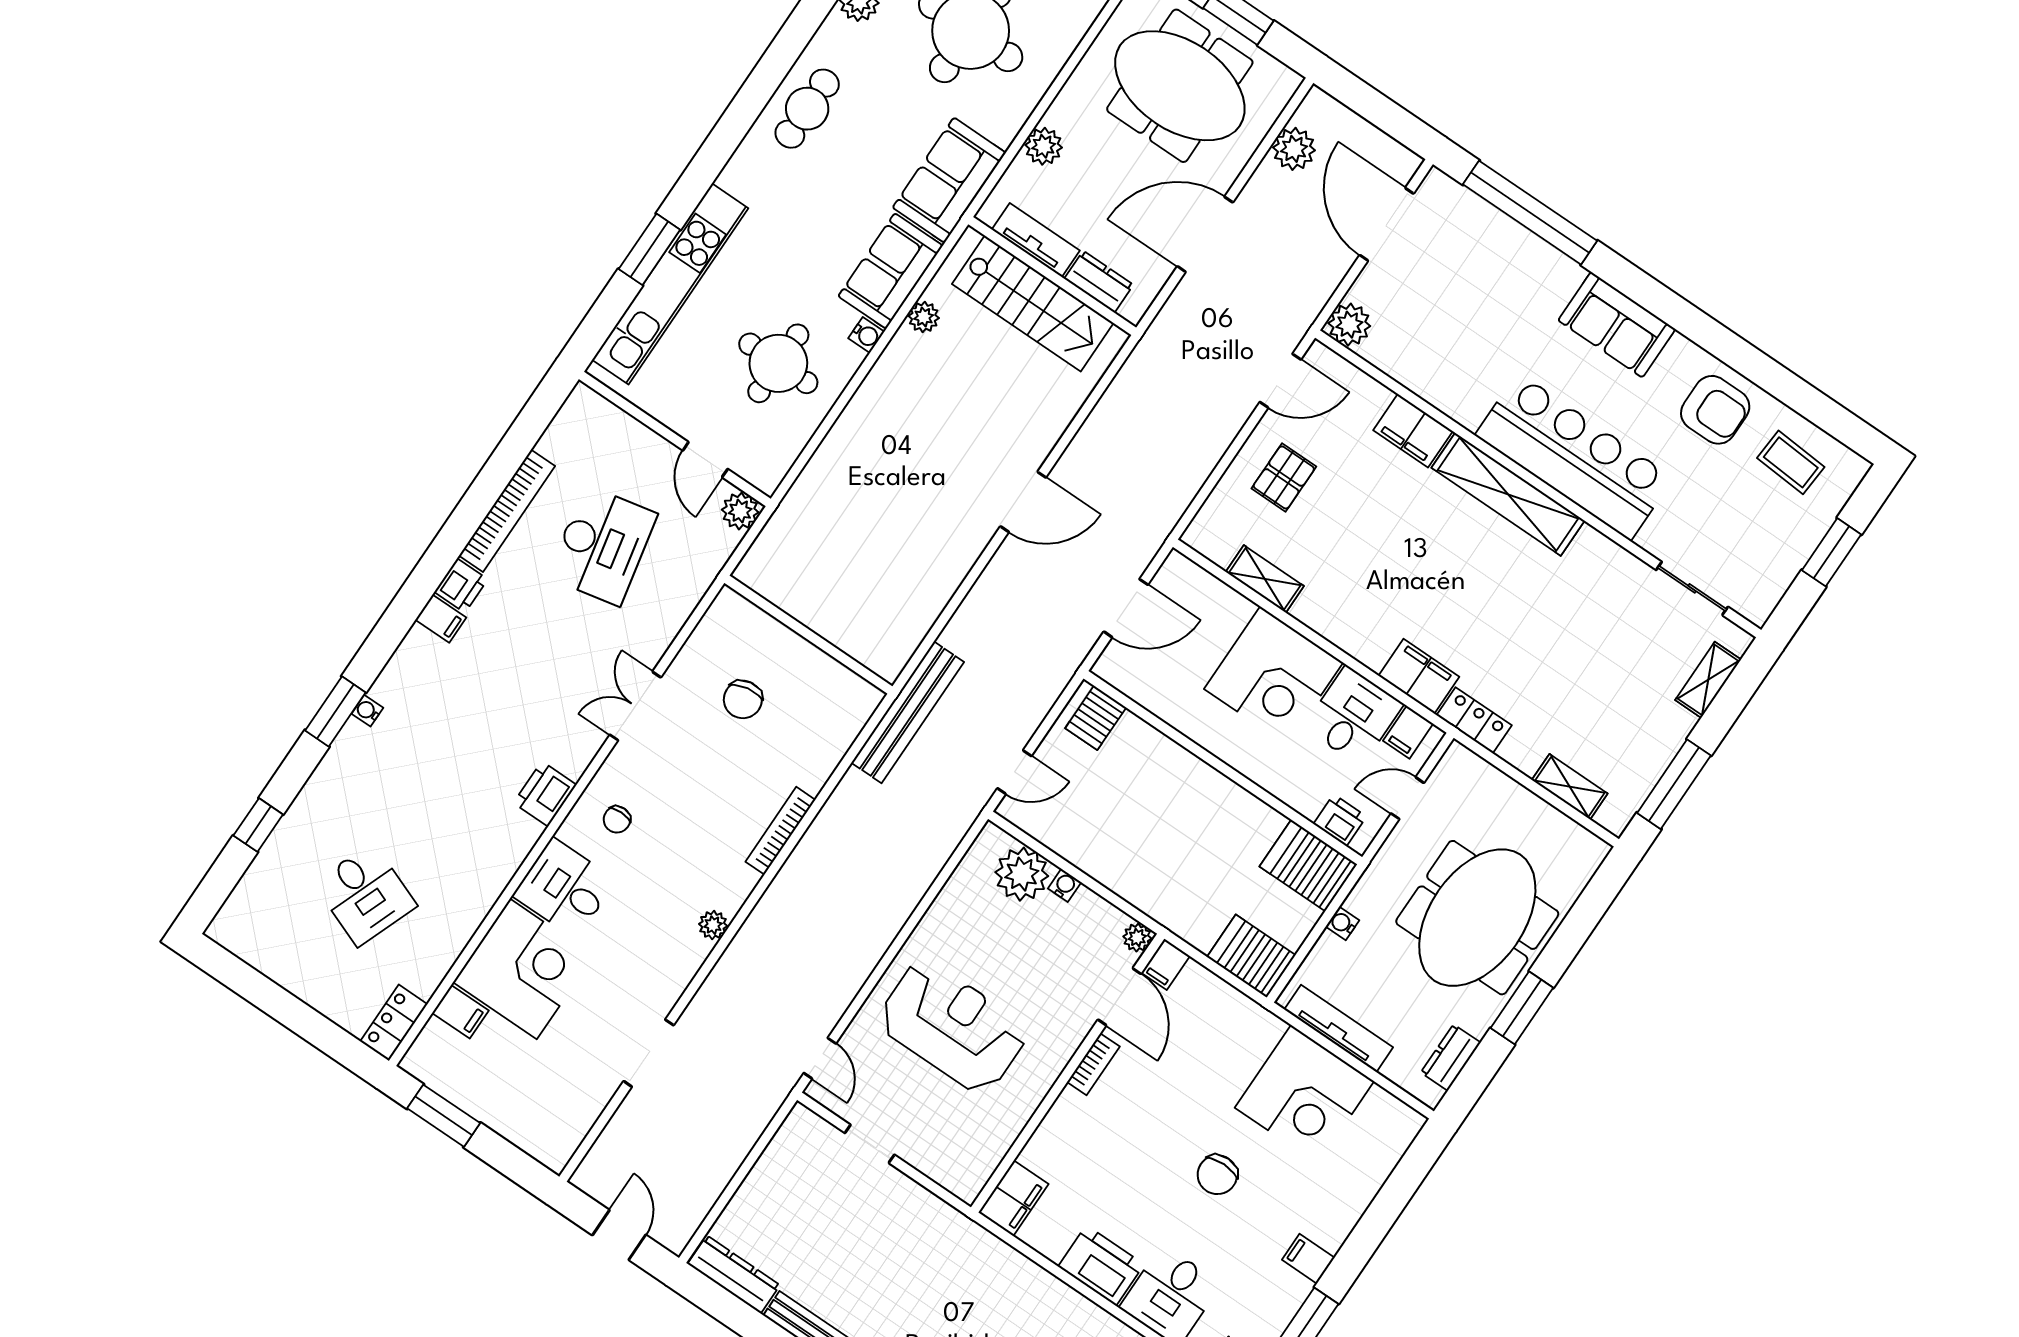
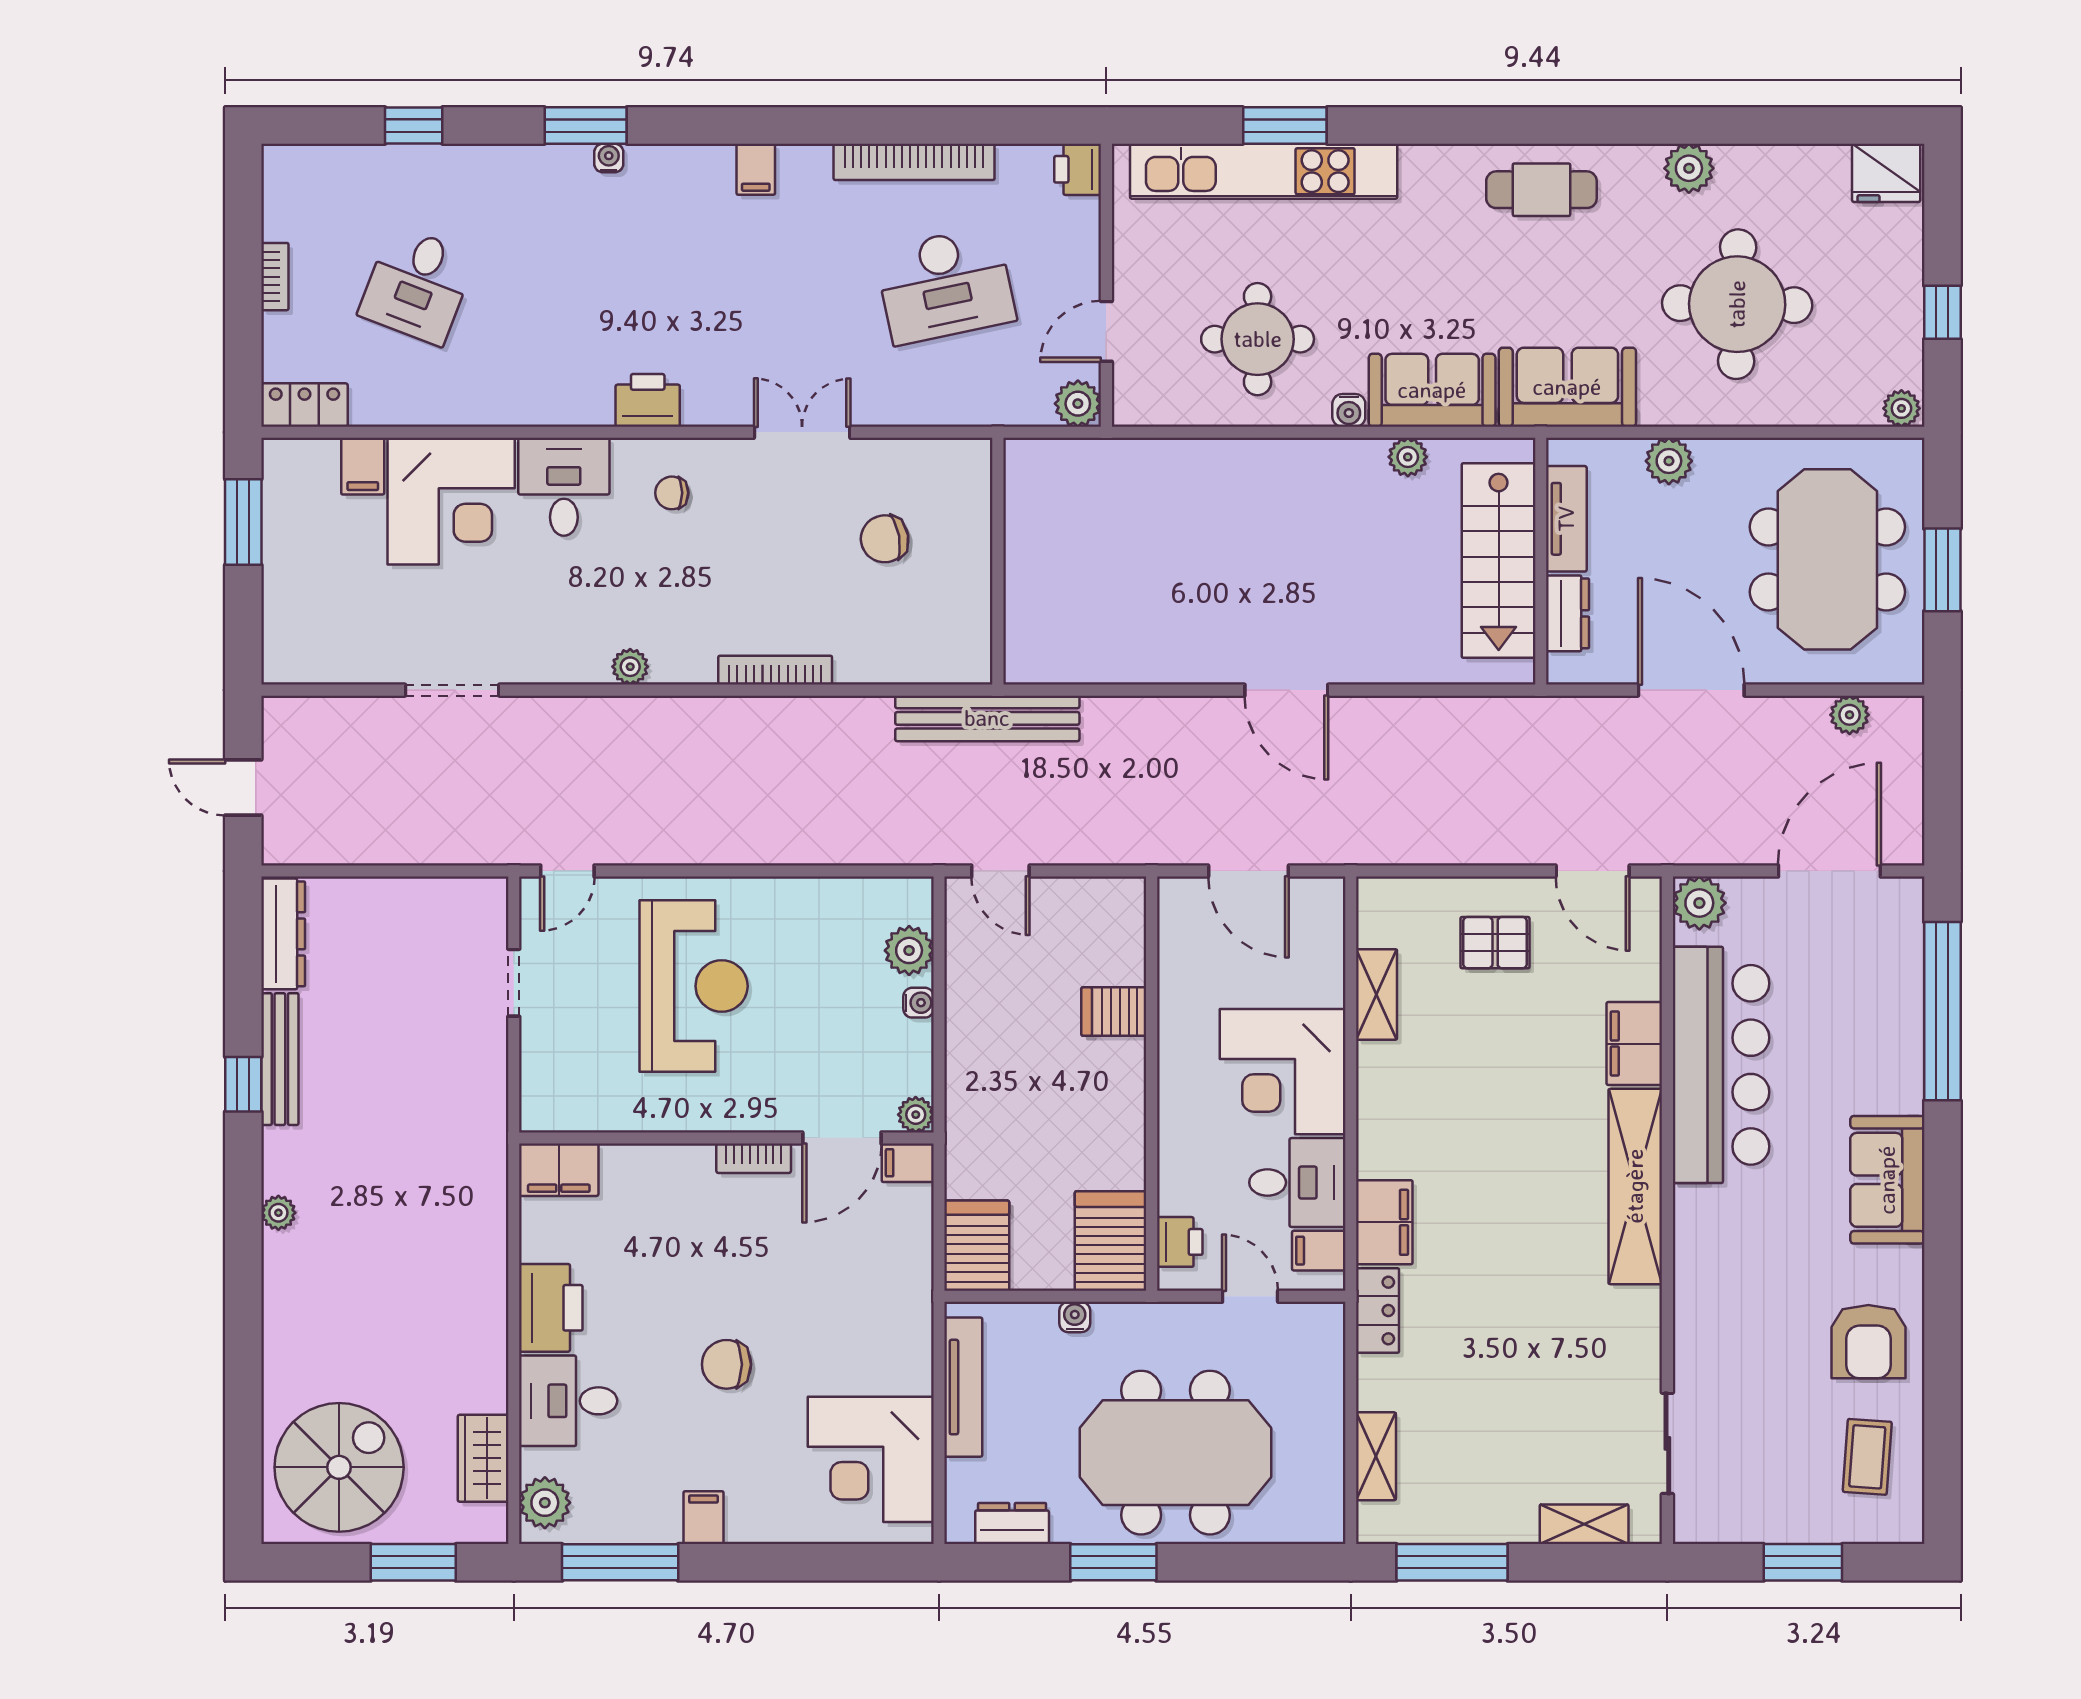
plant: (1294, 149) -> (1850, 715), width x0.73, depth x0.73
bar counter: (1574, 456) -> (1721, 1065), moved
printer: (461, 586) -> (1078, 169), moved, turned 90
server rack: (1096, 718) -> (1114, 1012), moved
plant: (1022, 874) -> (909, 950), width x0.73, depth x0.73
bookcase: (296, 985) -> (275, 277), added
corner desk: (1304, 1095) -> (871, 1459), moved
door: (619, 1235) -> (243, 788), swing flipped

